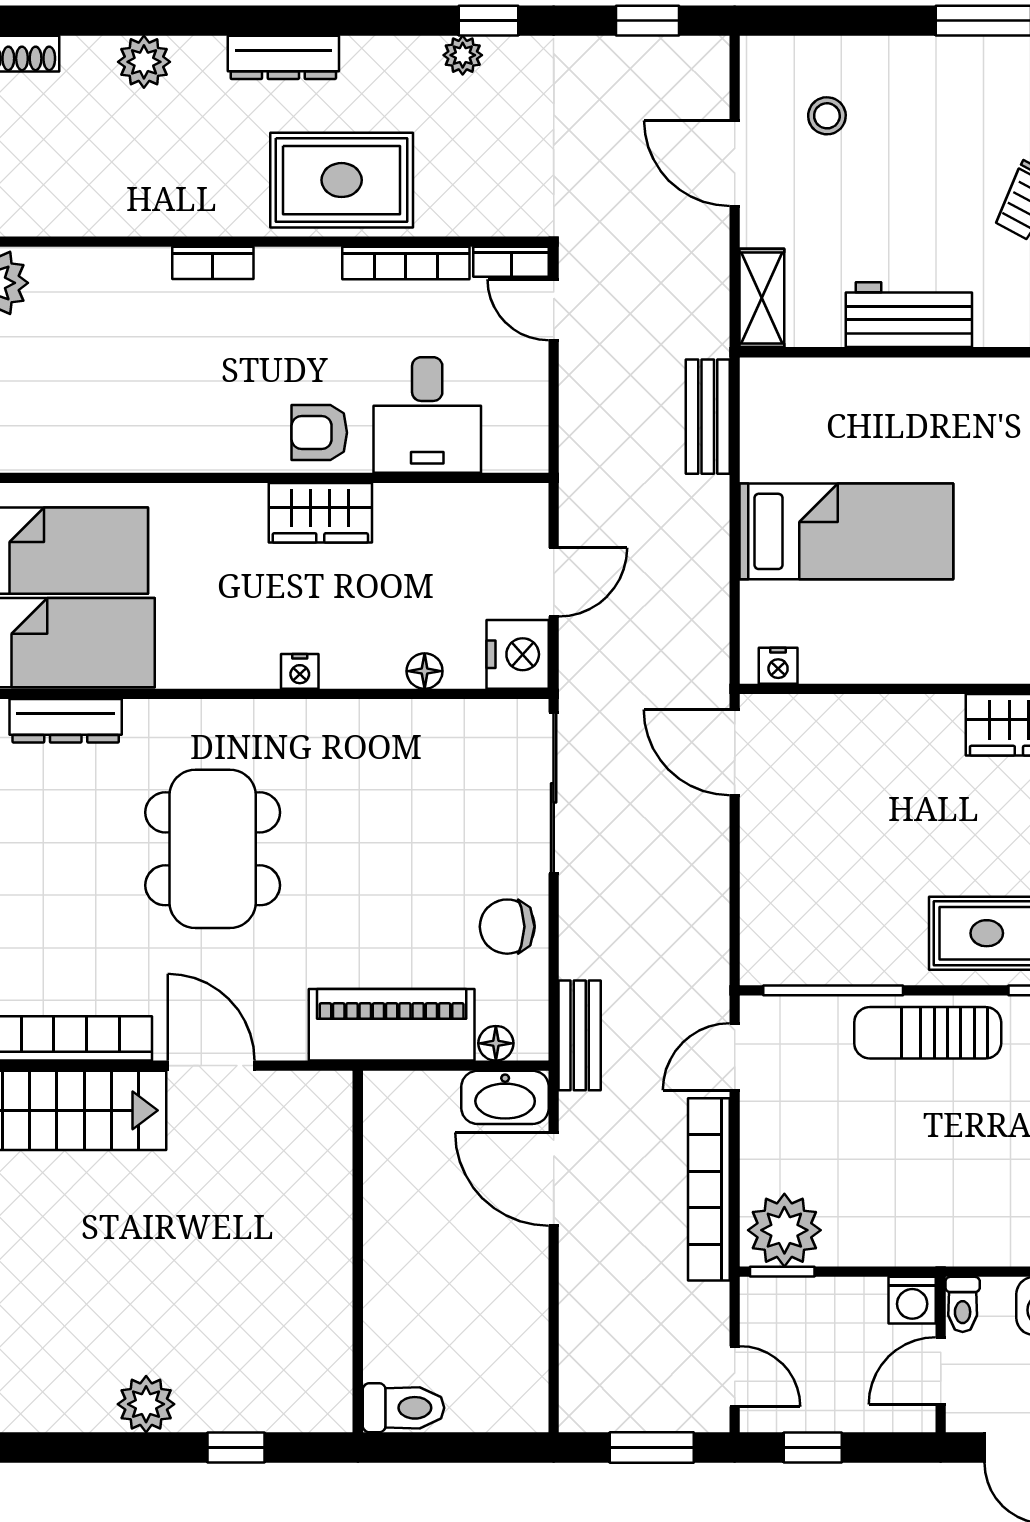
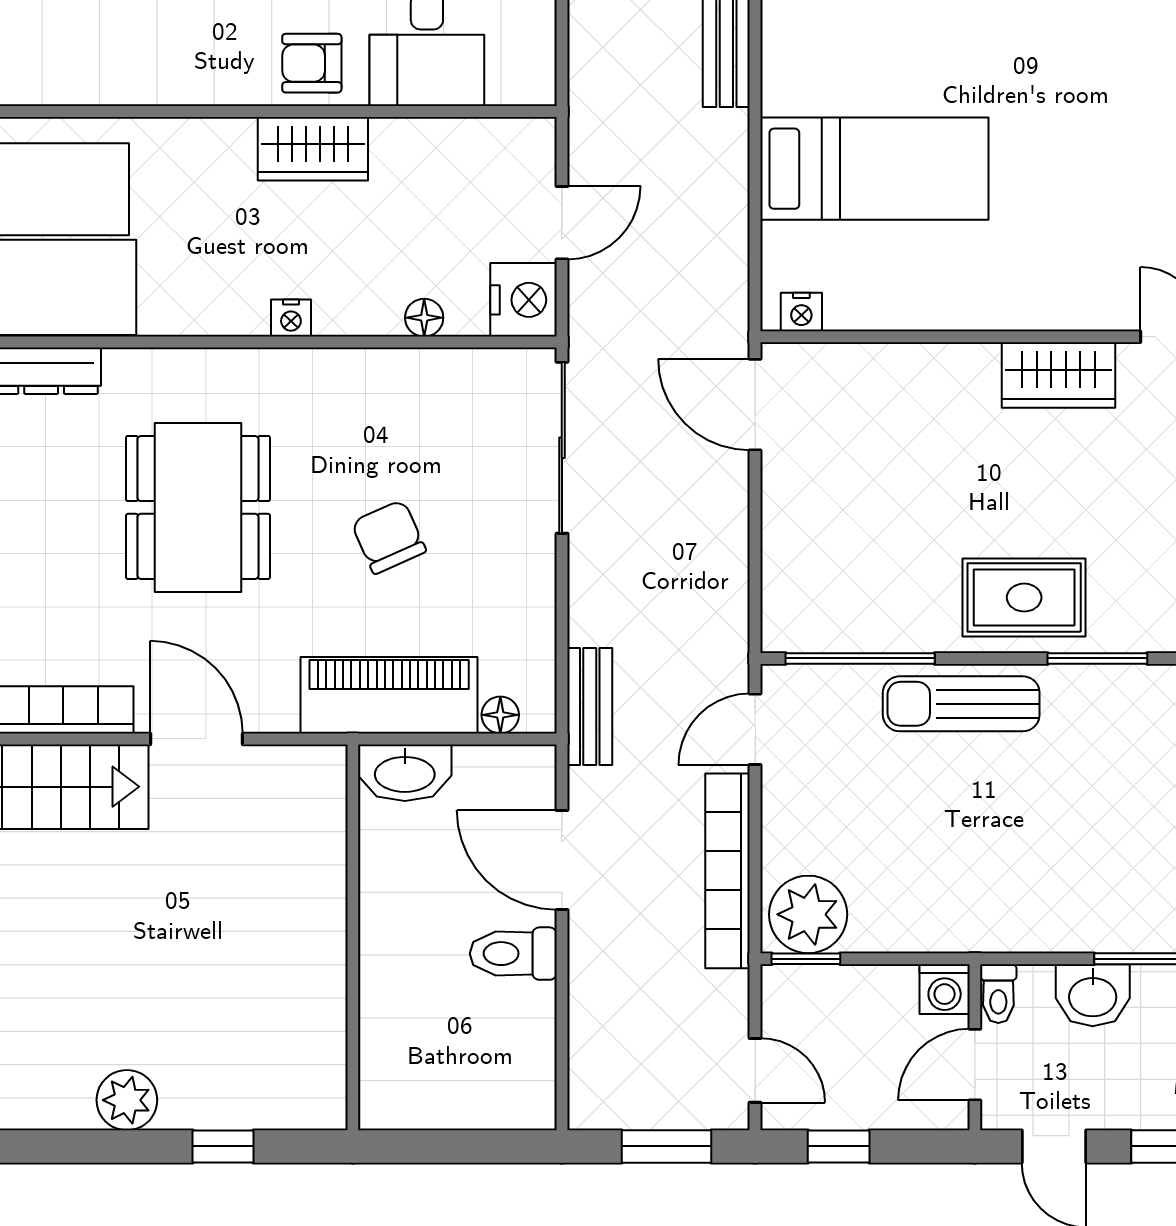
chair: (507, 927) -> (389, 537), moved, turned 66
washbasin: (505, 1097) -> (405, 773), moved
toilet: (403, 1408) -> (513, 954), moved, turned 180

